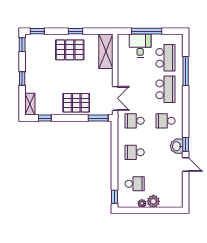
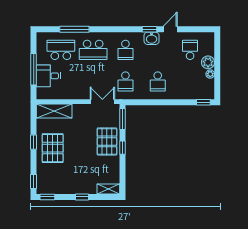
school desk: (166, 89) -> (93, 50), turned 180
window: (45, 118) -> (123, 148), moved
school desk: (135, 184) -> (190, 50), moved

